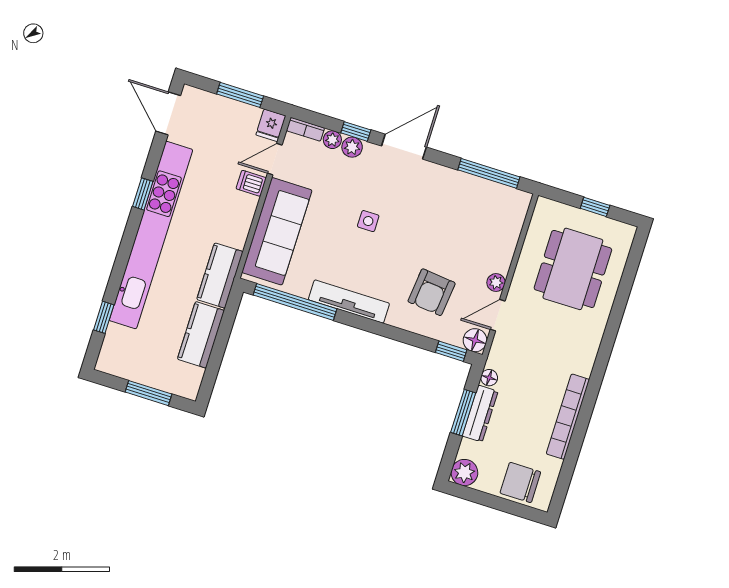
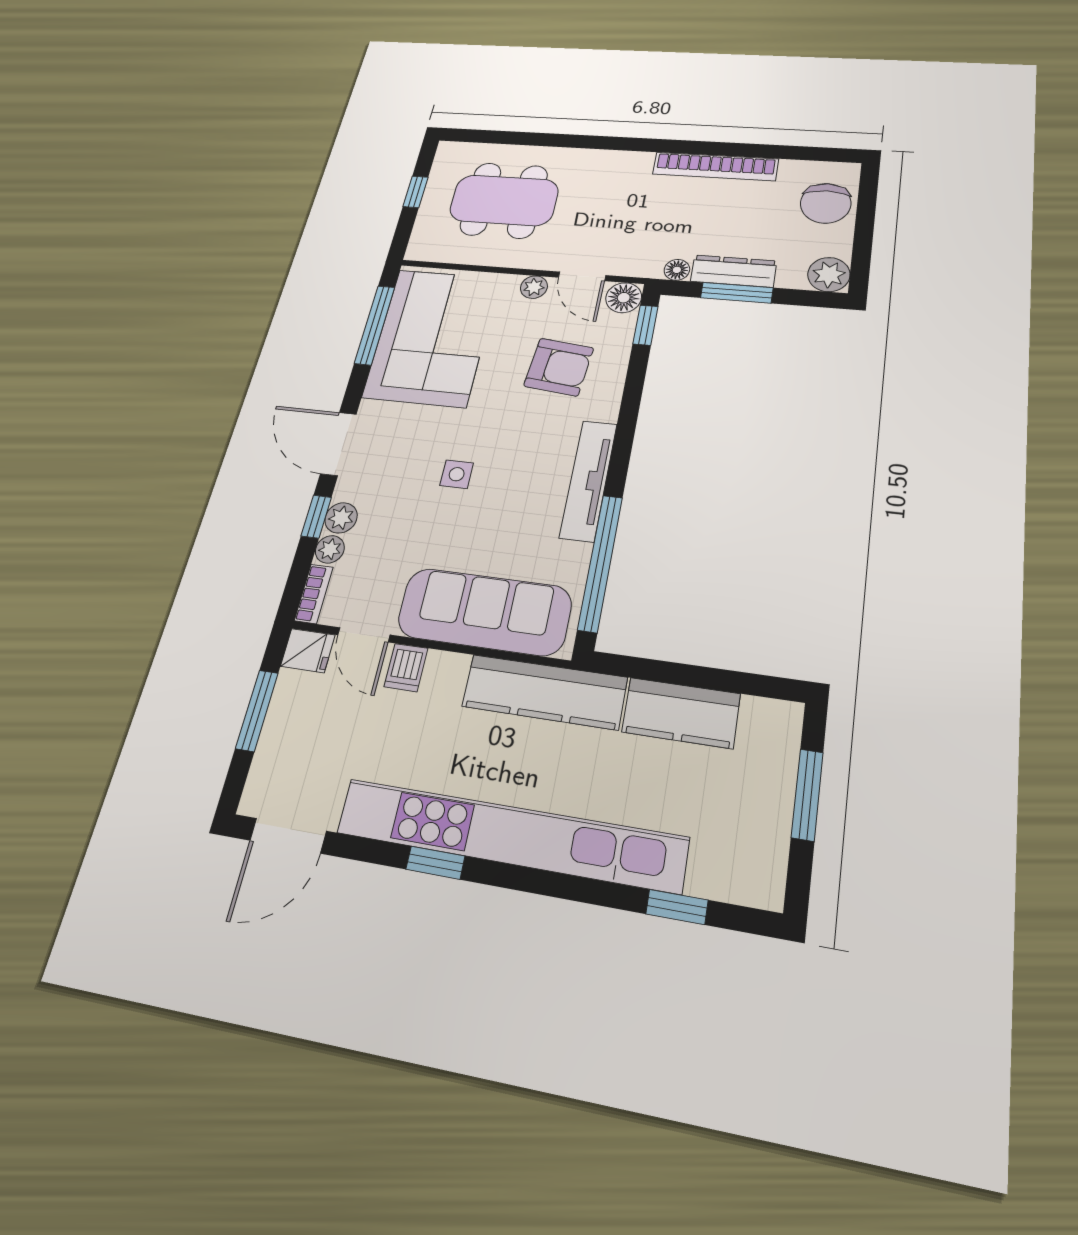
corner sofa: (471, 211) -> (432, 337), added
kitchen counter: (220, 276) -> (544, 692), width x1.50

